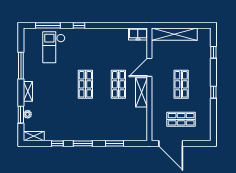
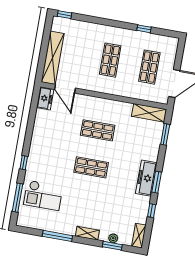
window: (213, 52) -> (64, 15), moved
door: (149, 67) -> (65, 89), moved
shop shelf: (181, 84) -> (110, 60), turned 90
shelving: (141, 92) -> (149, 113), moved
window: (213, 92) -> (144, 29), moved
freezer: (85, 134) -> (146, 178), added
window: (114, 143) -> (165, 134), moved

